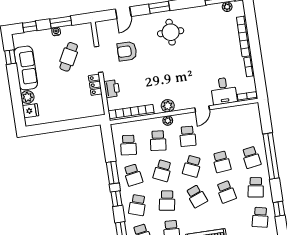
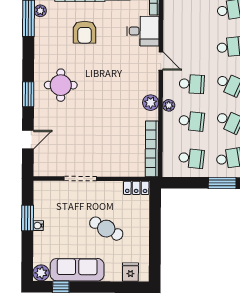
door: (123, 13) -> (28, 140), hinge flipped
window: (30, 27) -> (27, 257), removed
armchair: (127, 51) -> (85, 32), moved
cafe table: (69, 57) -> (106, 229), moved
locker: (95, 85) -> (136, 188), moved
printer: (112, 89) -> (119, 168), removed
plant: (27, 97) -> (41, 273), moved

